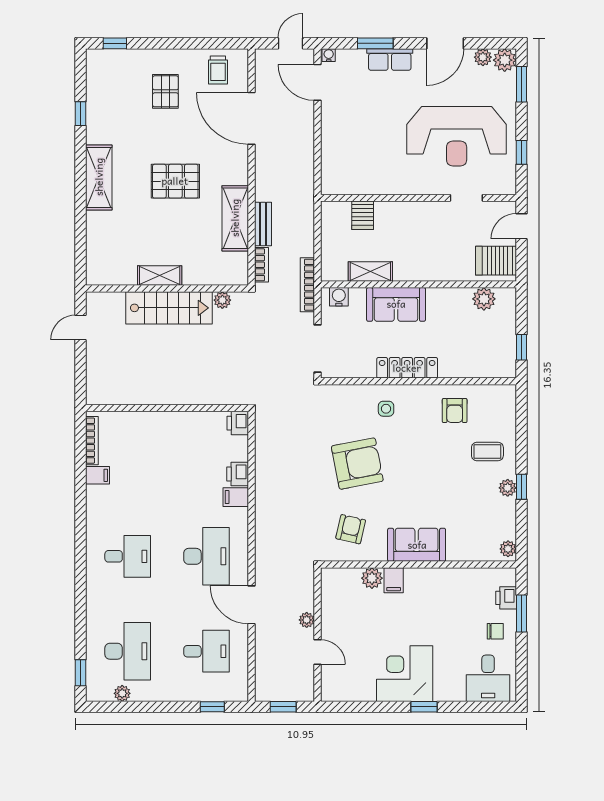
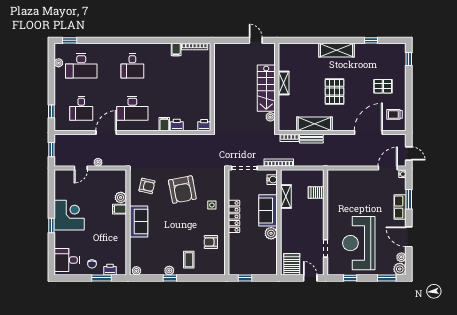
plant: (484, 299) -> (271, 233), moved

